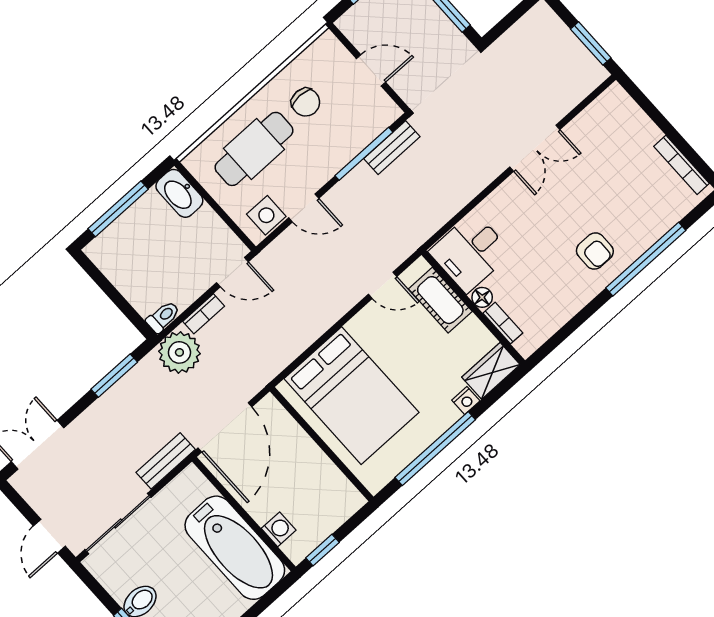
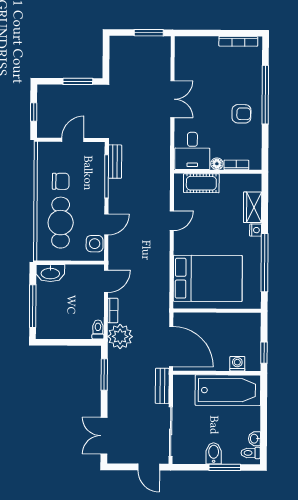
desk: (470, 252) -> (192, 151), moved
floor lamp: (482, 297) -> (217, 164), moved
cot: (440, 300) -> (201, 183), moved
wall: (473, 308) -> (218, 172), moved
bookcase: (503, 323) -> (236, 165), moved

